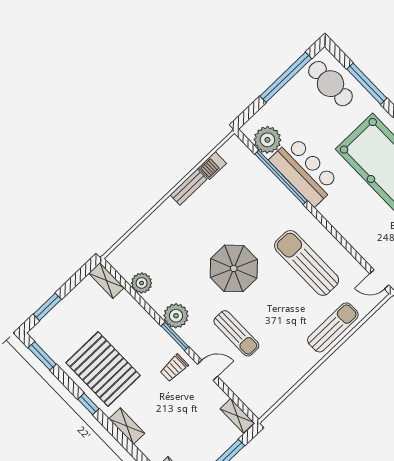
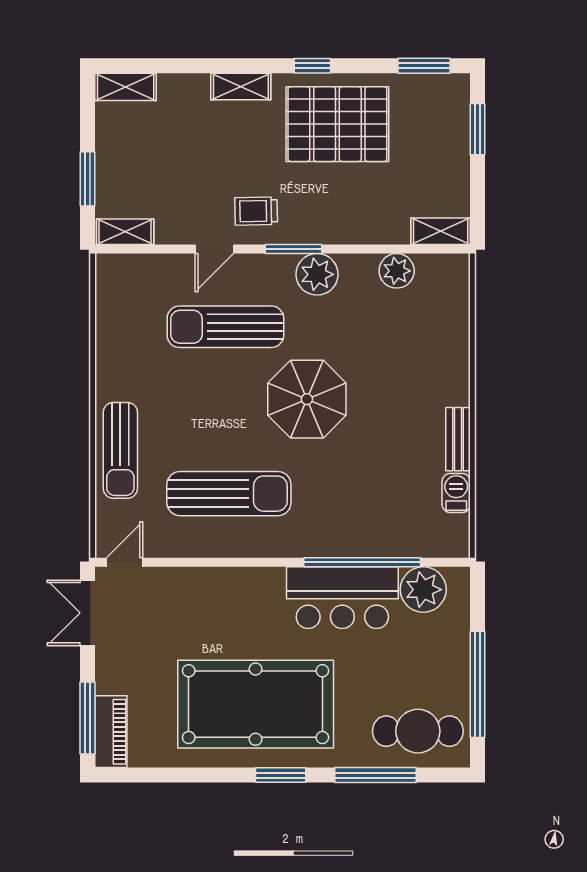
sun lounger: (236, 333) -> (225, 327), width x1.36, depth x1.34
trolley: (174, 368) -> (256, 211), turned -91

